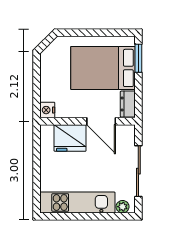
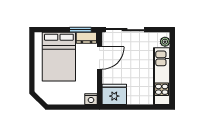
window: (138, 58) -> (80, 30), moved
fridge: (70, 138) -> (114, 94), moved, turned -90
sliding door: (138, 171) -> (125, 30), moved

